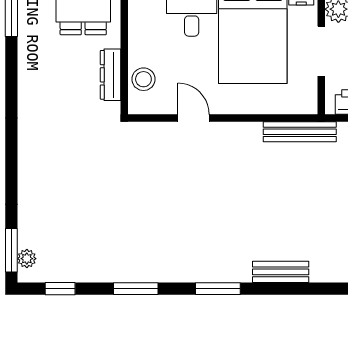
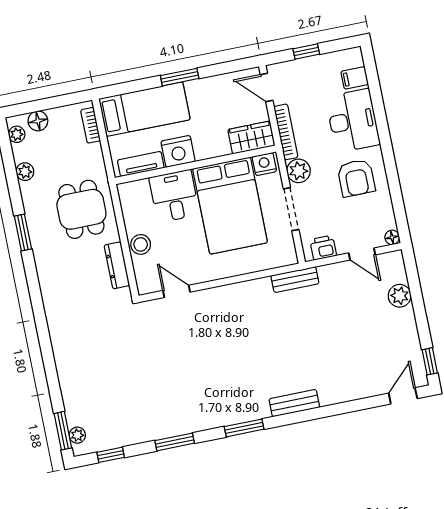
stool: (143, 79) -> (141, 244), moved
door: (194, 118) -> (177, 291), moved
bench: (300, 132) -> (295, 280), width x0.73

